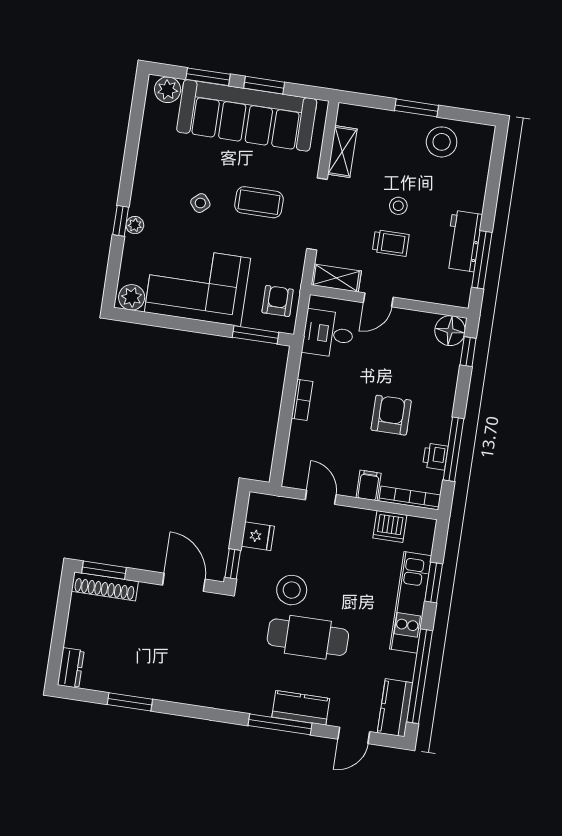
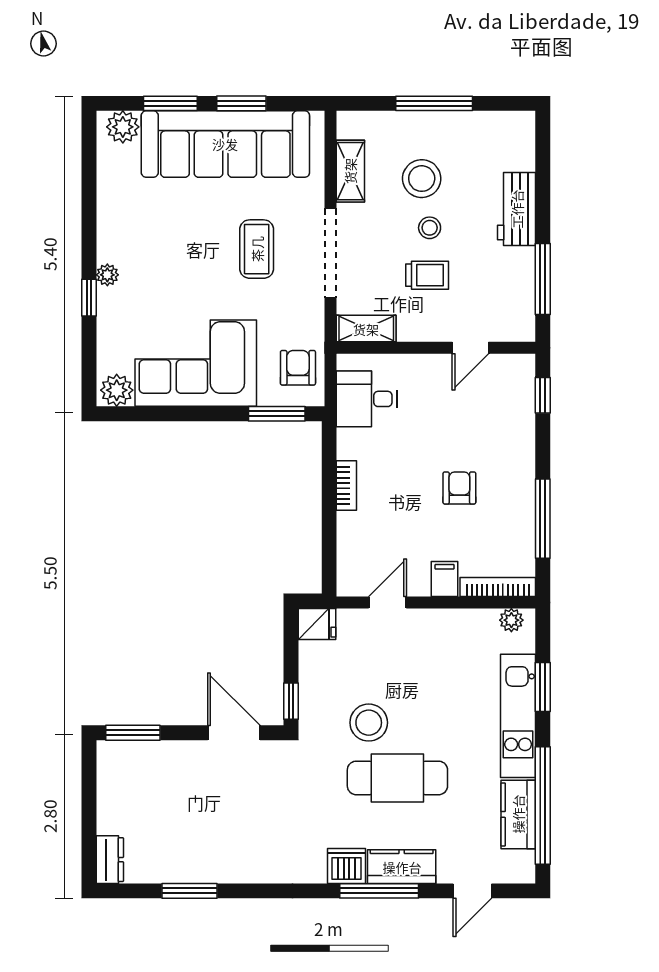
window: (417, 108) -> (434, 103), width x1.44
stool: (442, 142) -> (422, 179), moved
coffee table: (259, 202) -> (257, 249), turned 90
side table: (200, 203) -> (184, 261), removed
plant: (135, 225) -> (107, 275), moved
workbench: (463, 241) -> (517, 209), moved
door: (378, 300) -> (470, 348), moved
floor lamp: (450, 331) -> (517, 373), removed
armchair: (391, 415) -> (459, 488), width x0.72, depth x0.72
printer: (435, 456) -> (522, 531), removed
door: (321, 497) -> (388, 603), hinge flipped
plant: (417, 526) -> (511, 620), added
dishwasher: (390, 527) -> (346, 866), moved, turned 180
fridge: (258, 536) -> (317, 624), moved
shoe rack: (105, 586) -> (137, 753), removed
kitchen counter: (395, 708) -> (518, 814), moved

